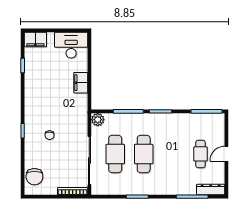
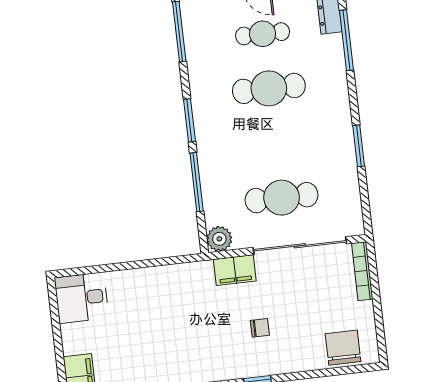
desk: (71, 45) -> (82, 298), width x0.73
filing cabinet: (81, 83) -> (235, 270), moved
cafe table: (144, 154) -> (269, 88), moved
chair: (34, 177) -> (343, 348), turned -90

